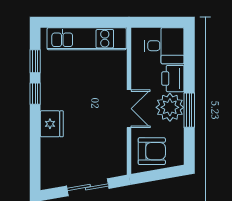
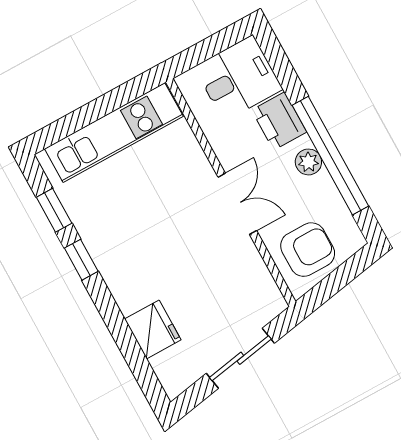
plant: (170, 107) -> (308, 162), width x0.53, depth x0.53
window: (189, 110) -> (330, 156), width x2.11
fridge: (52, 124) -> (153, 329), moved

